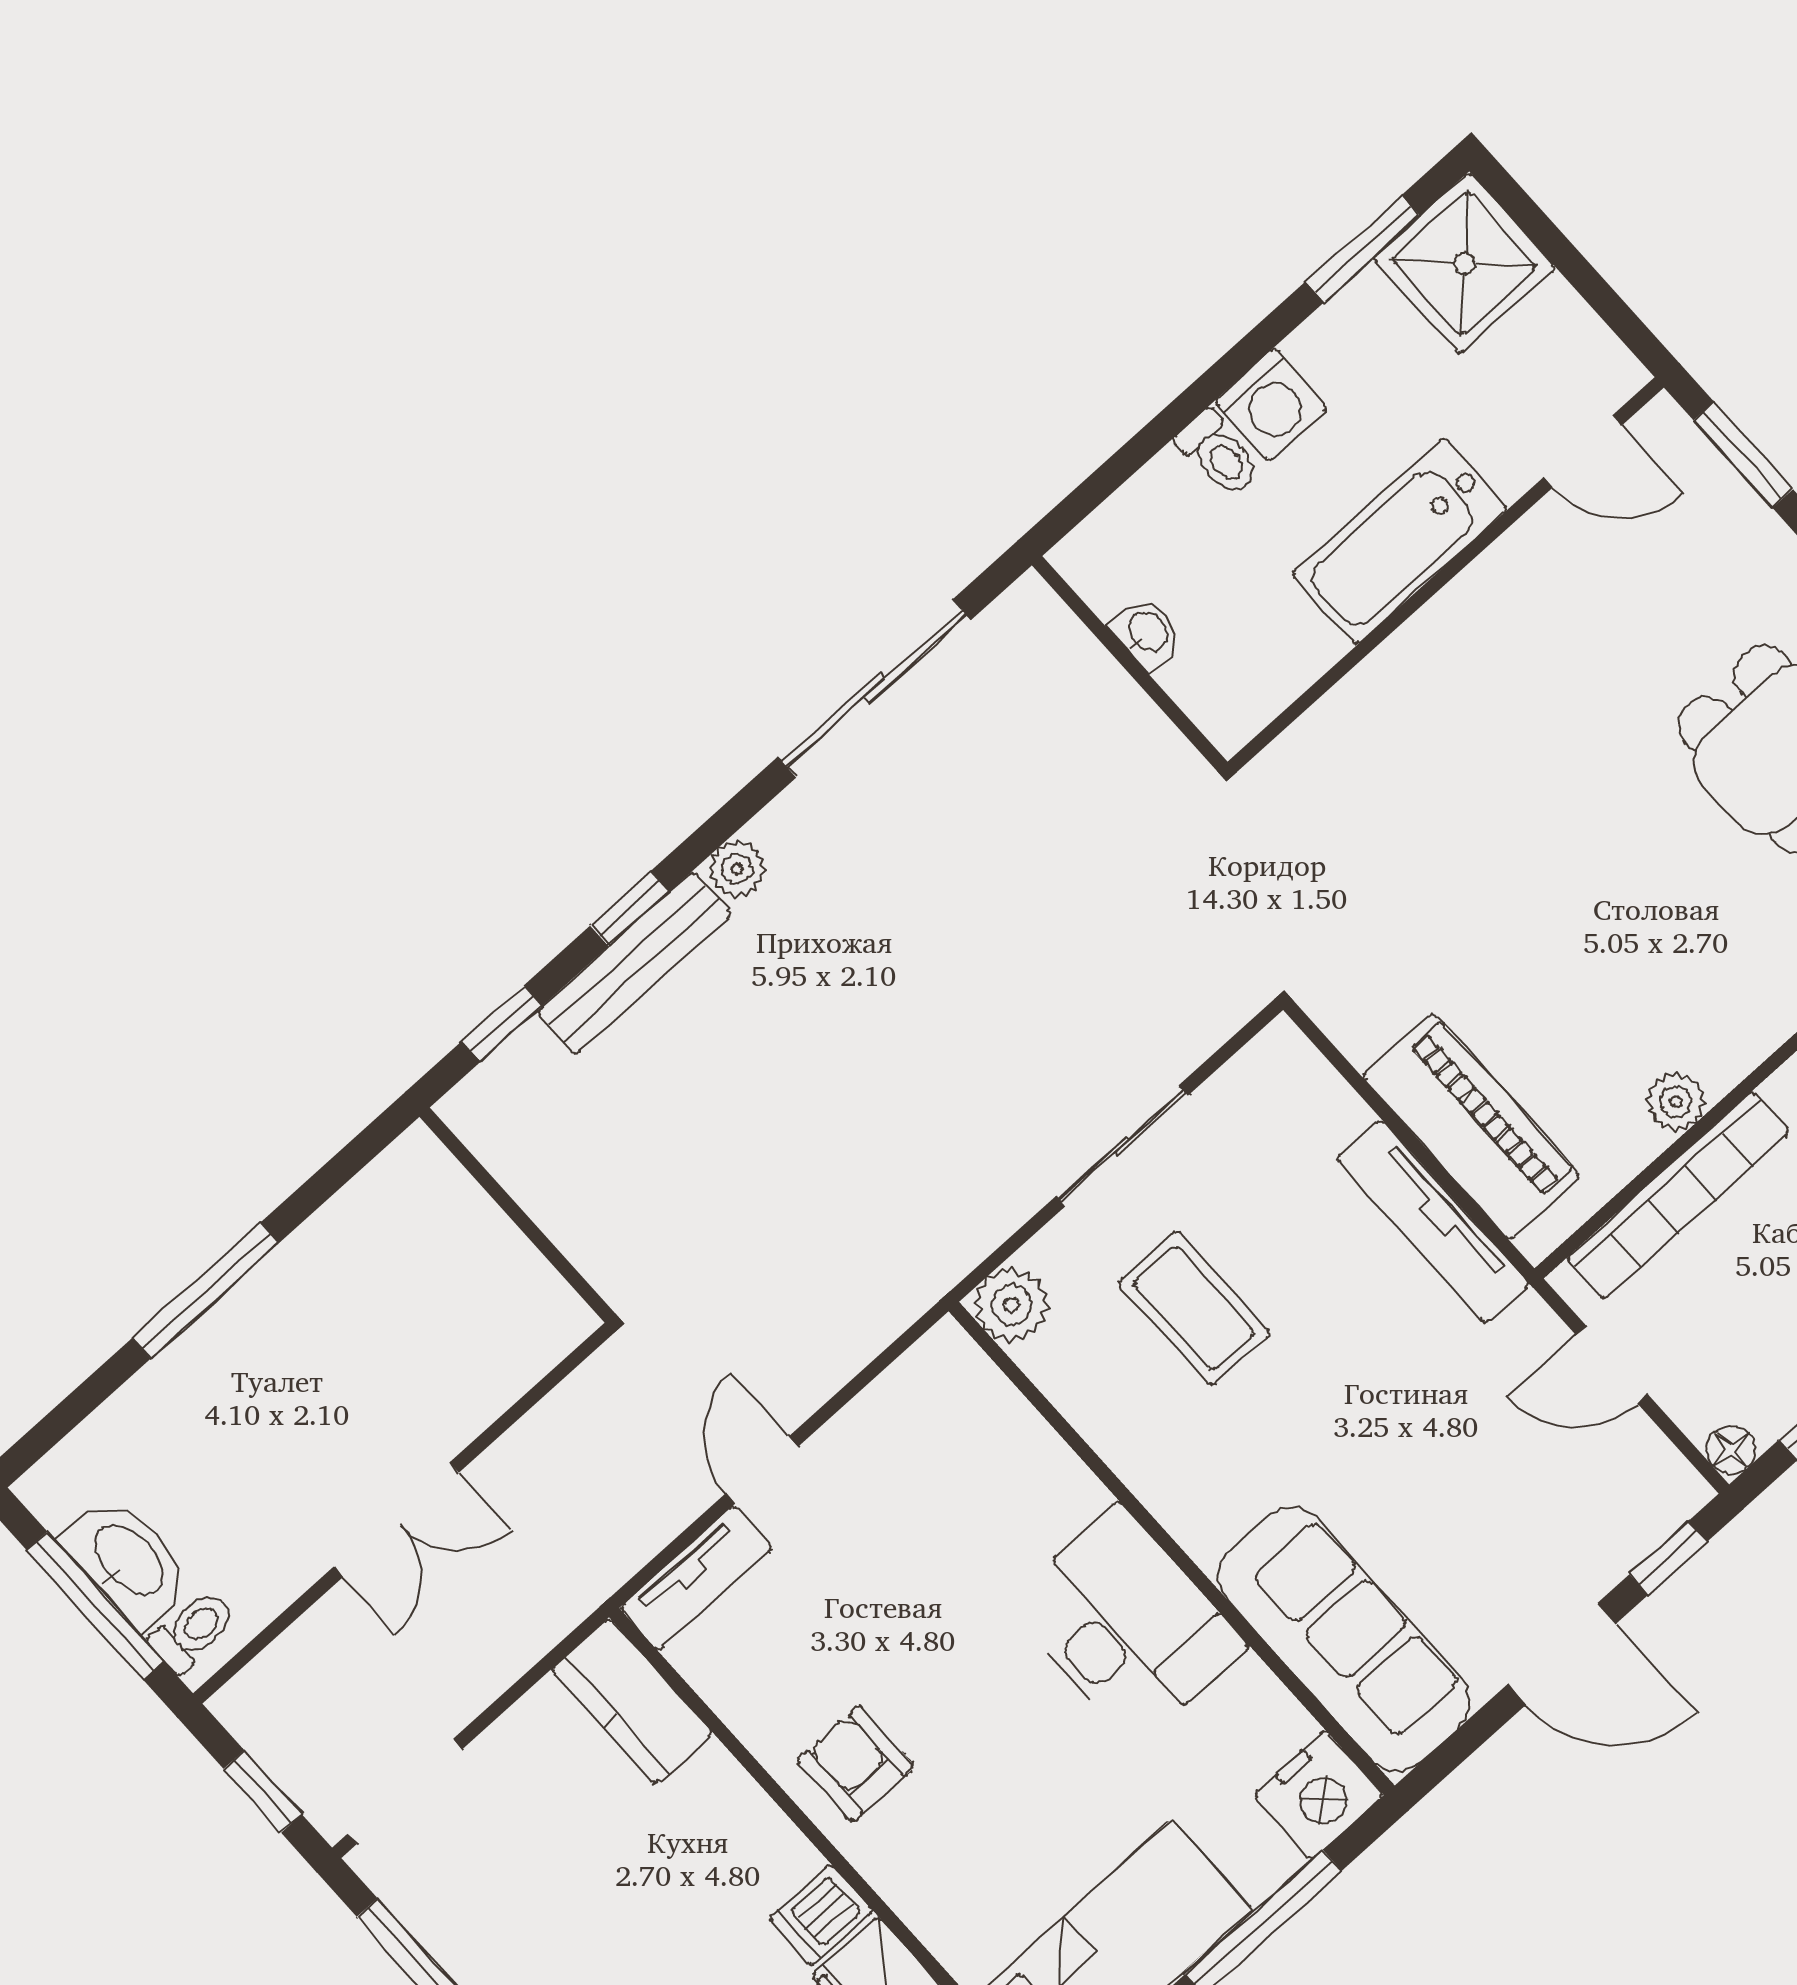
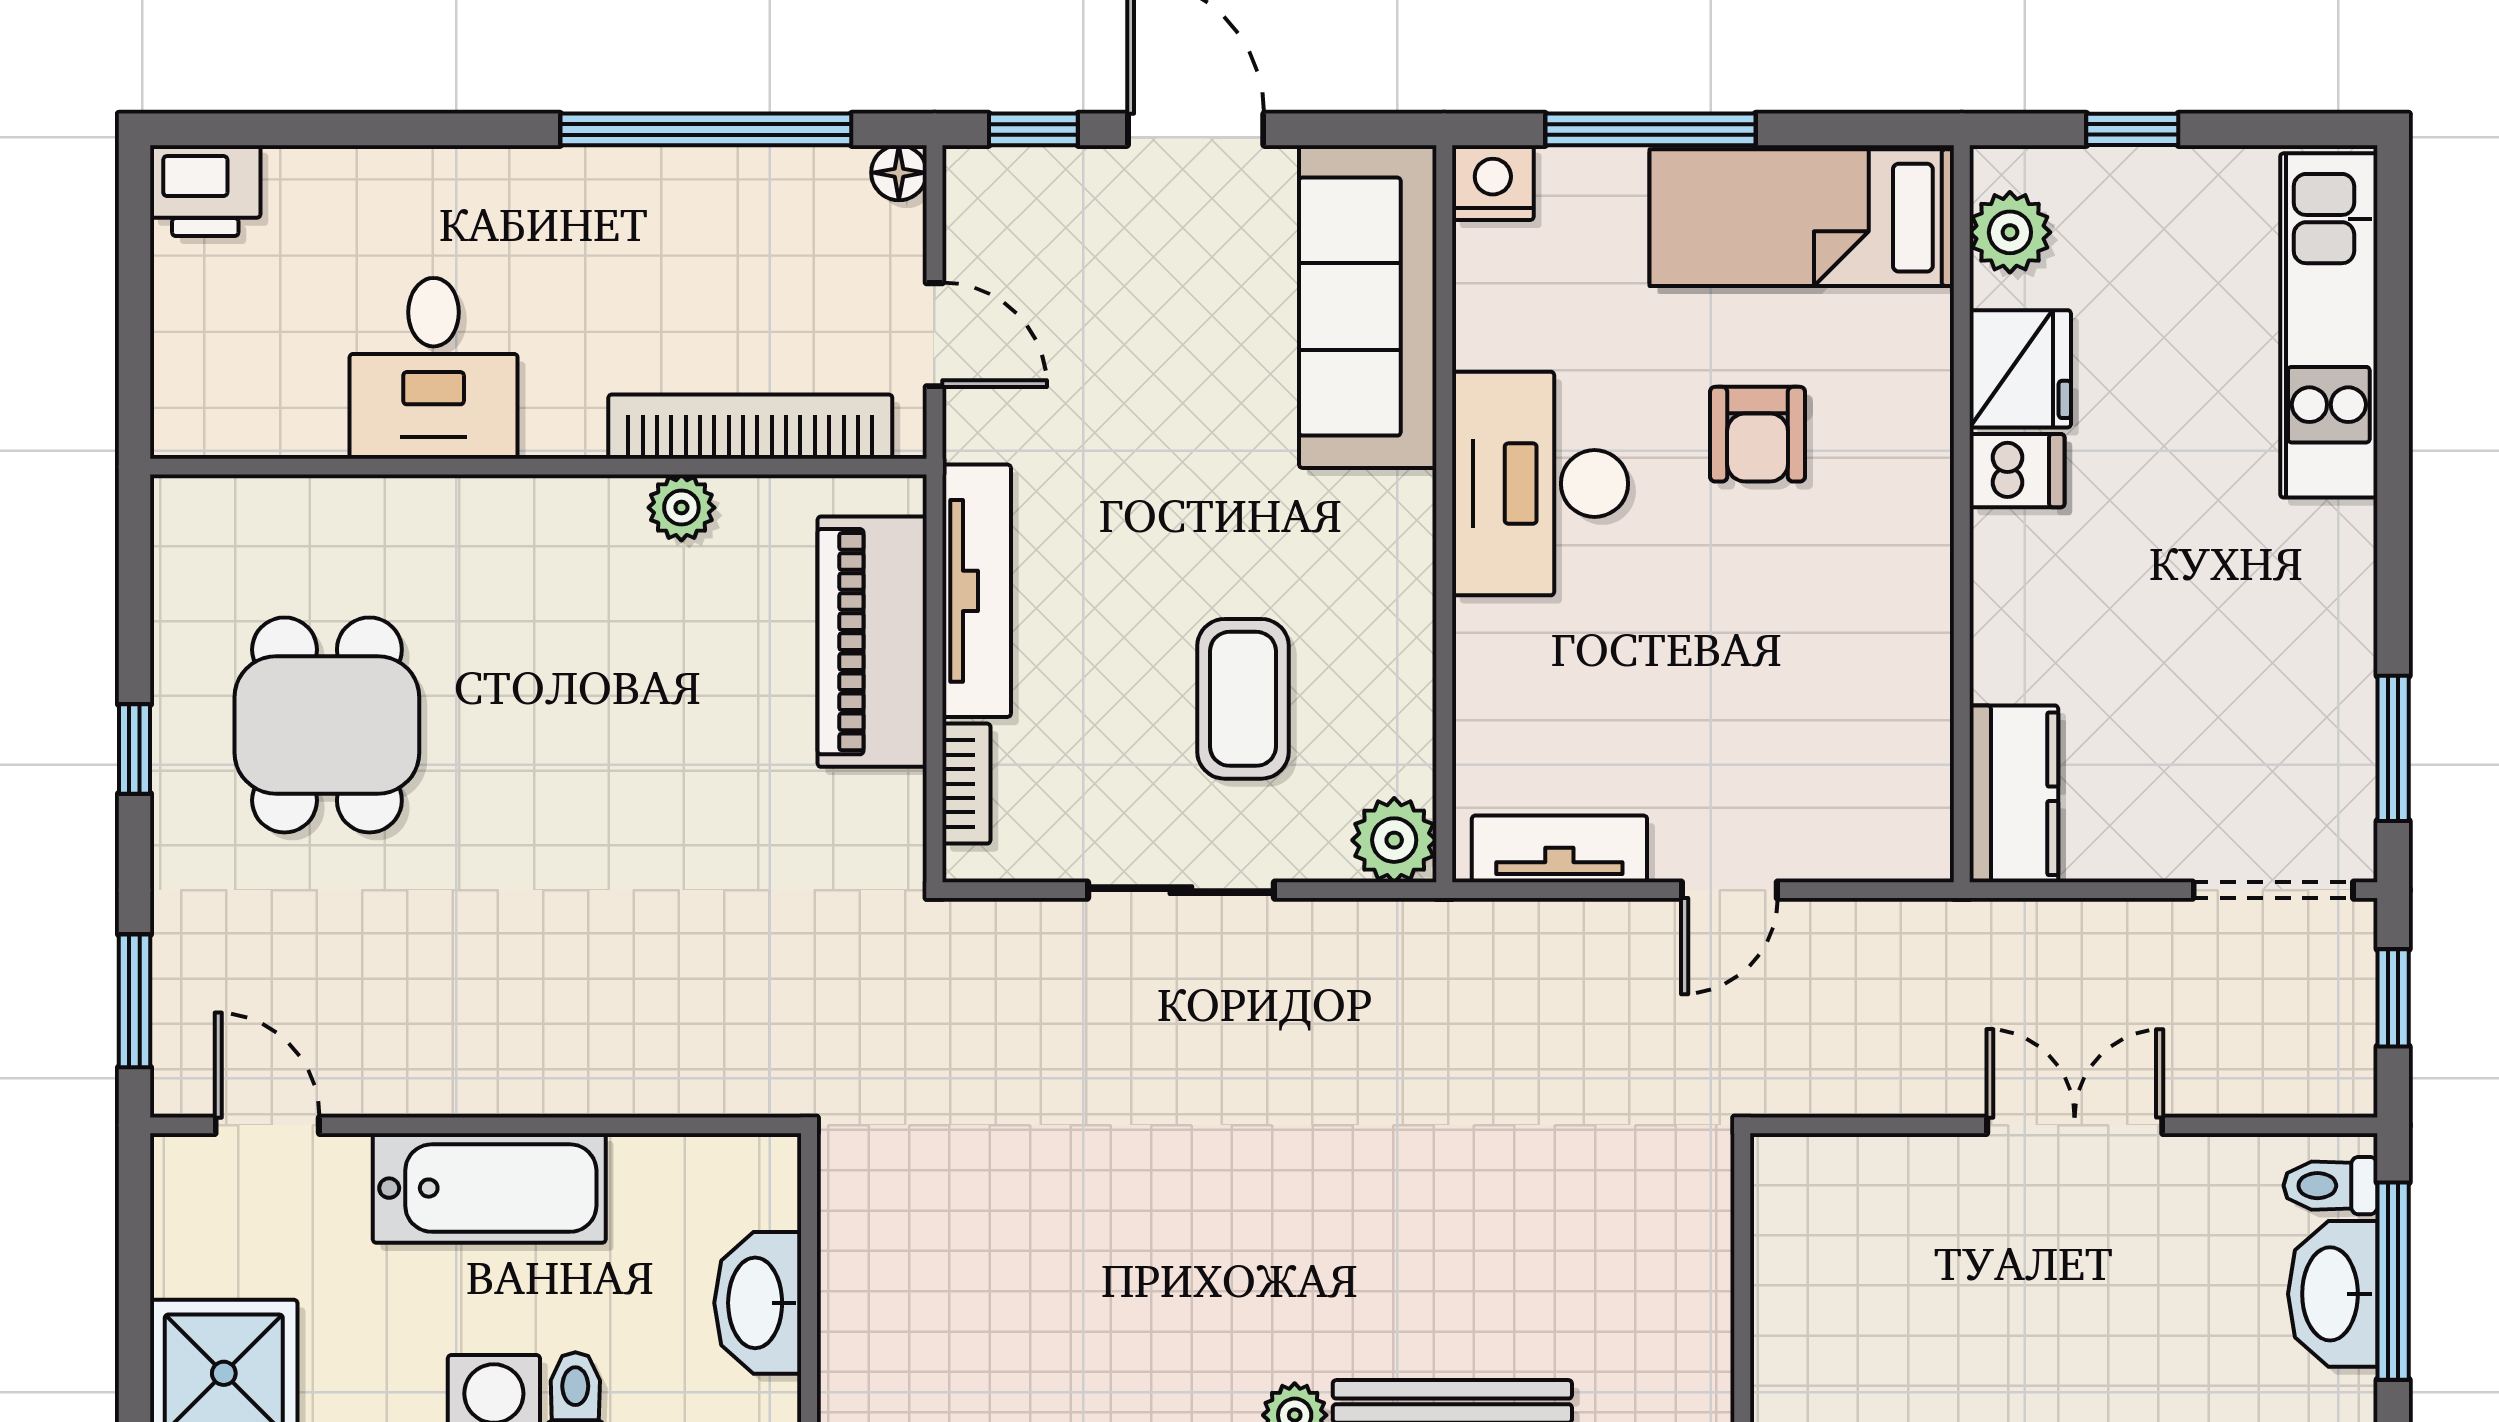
washbasin: (1147, 633) -> (758, 1303), width x1.91, depth x1.45
bookcase: (1326, 1089) -> (966, 784), added
tv unit: (696, 1578) -> (1559, 849), moved
armchair: (856, 1764) -> (1758, 434), moved
nightstand: (1318, 1795) -> (1493, 183), width x0.74, depth x0.75

